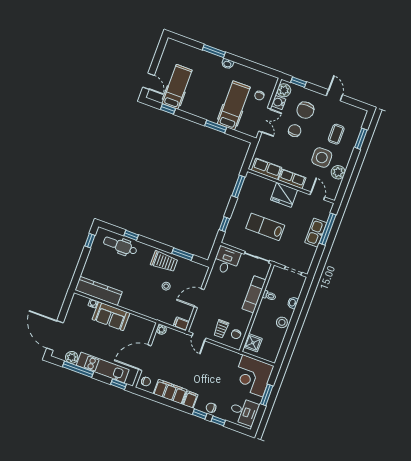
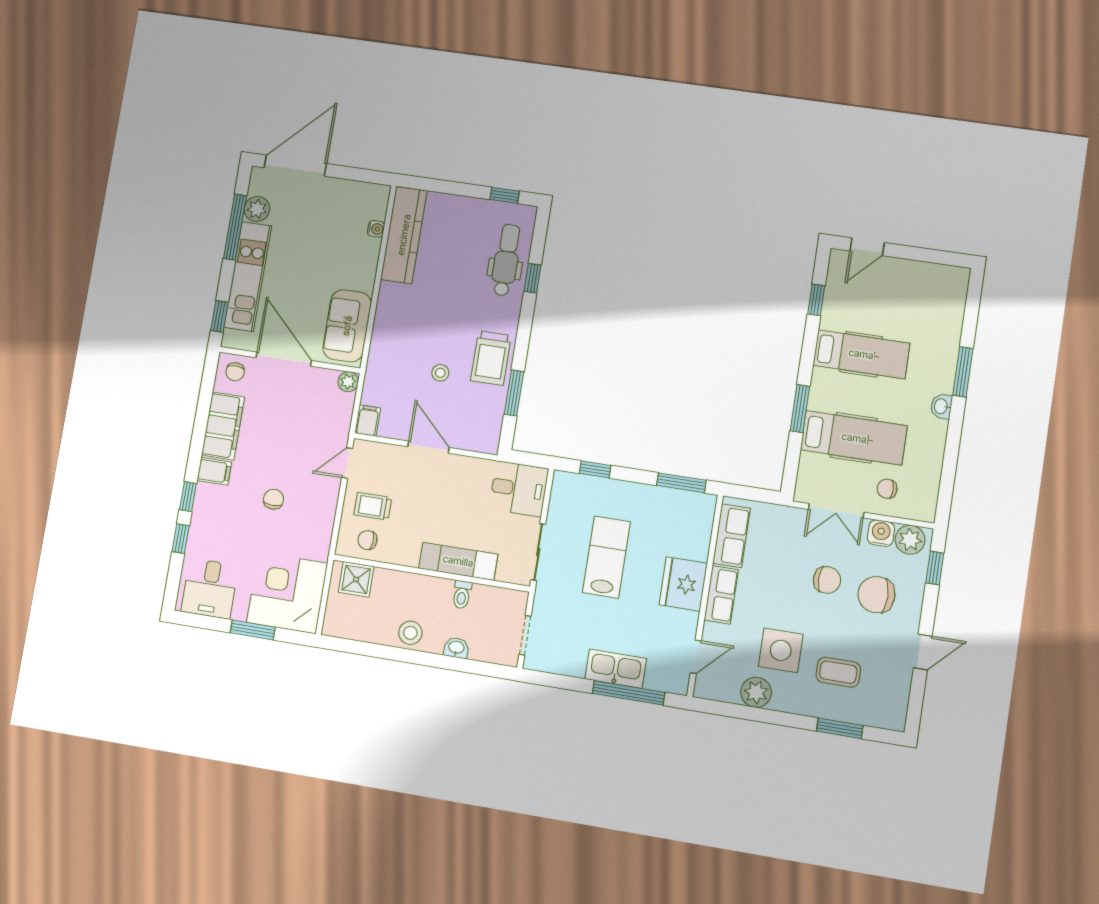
hospital bed: (177, 87) -> (861, 354), moved
sofa: (111, 316) -> (347, 326), moved
chair: (211, 408) -> (274, 499), moved

